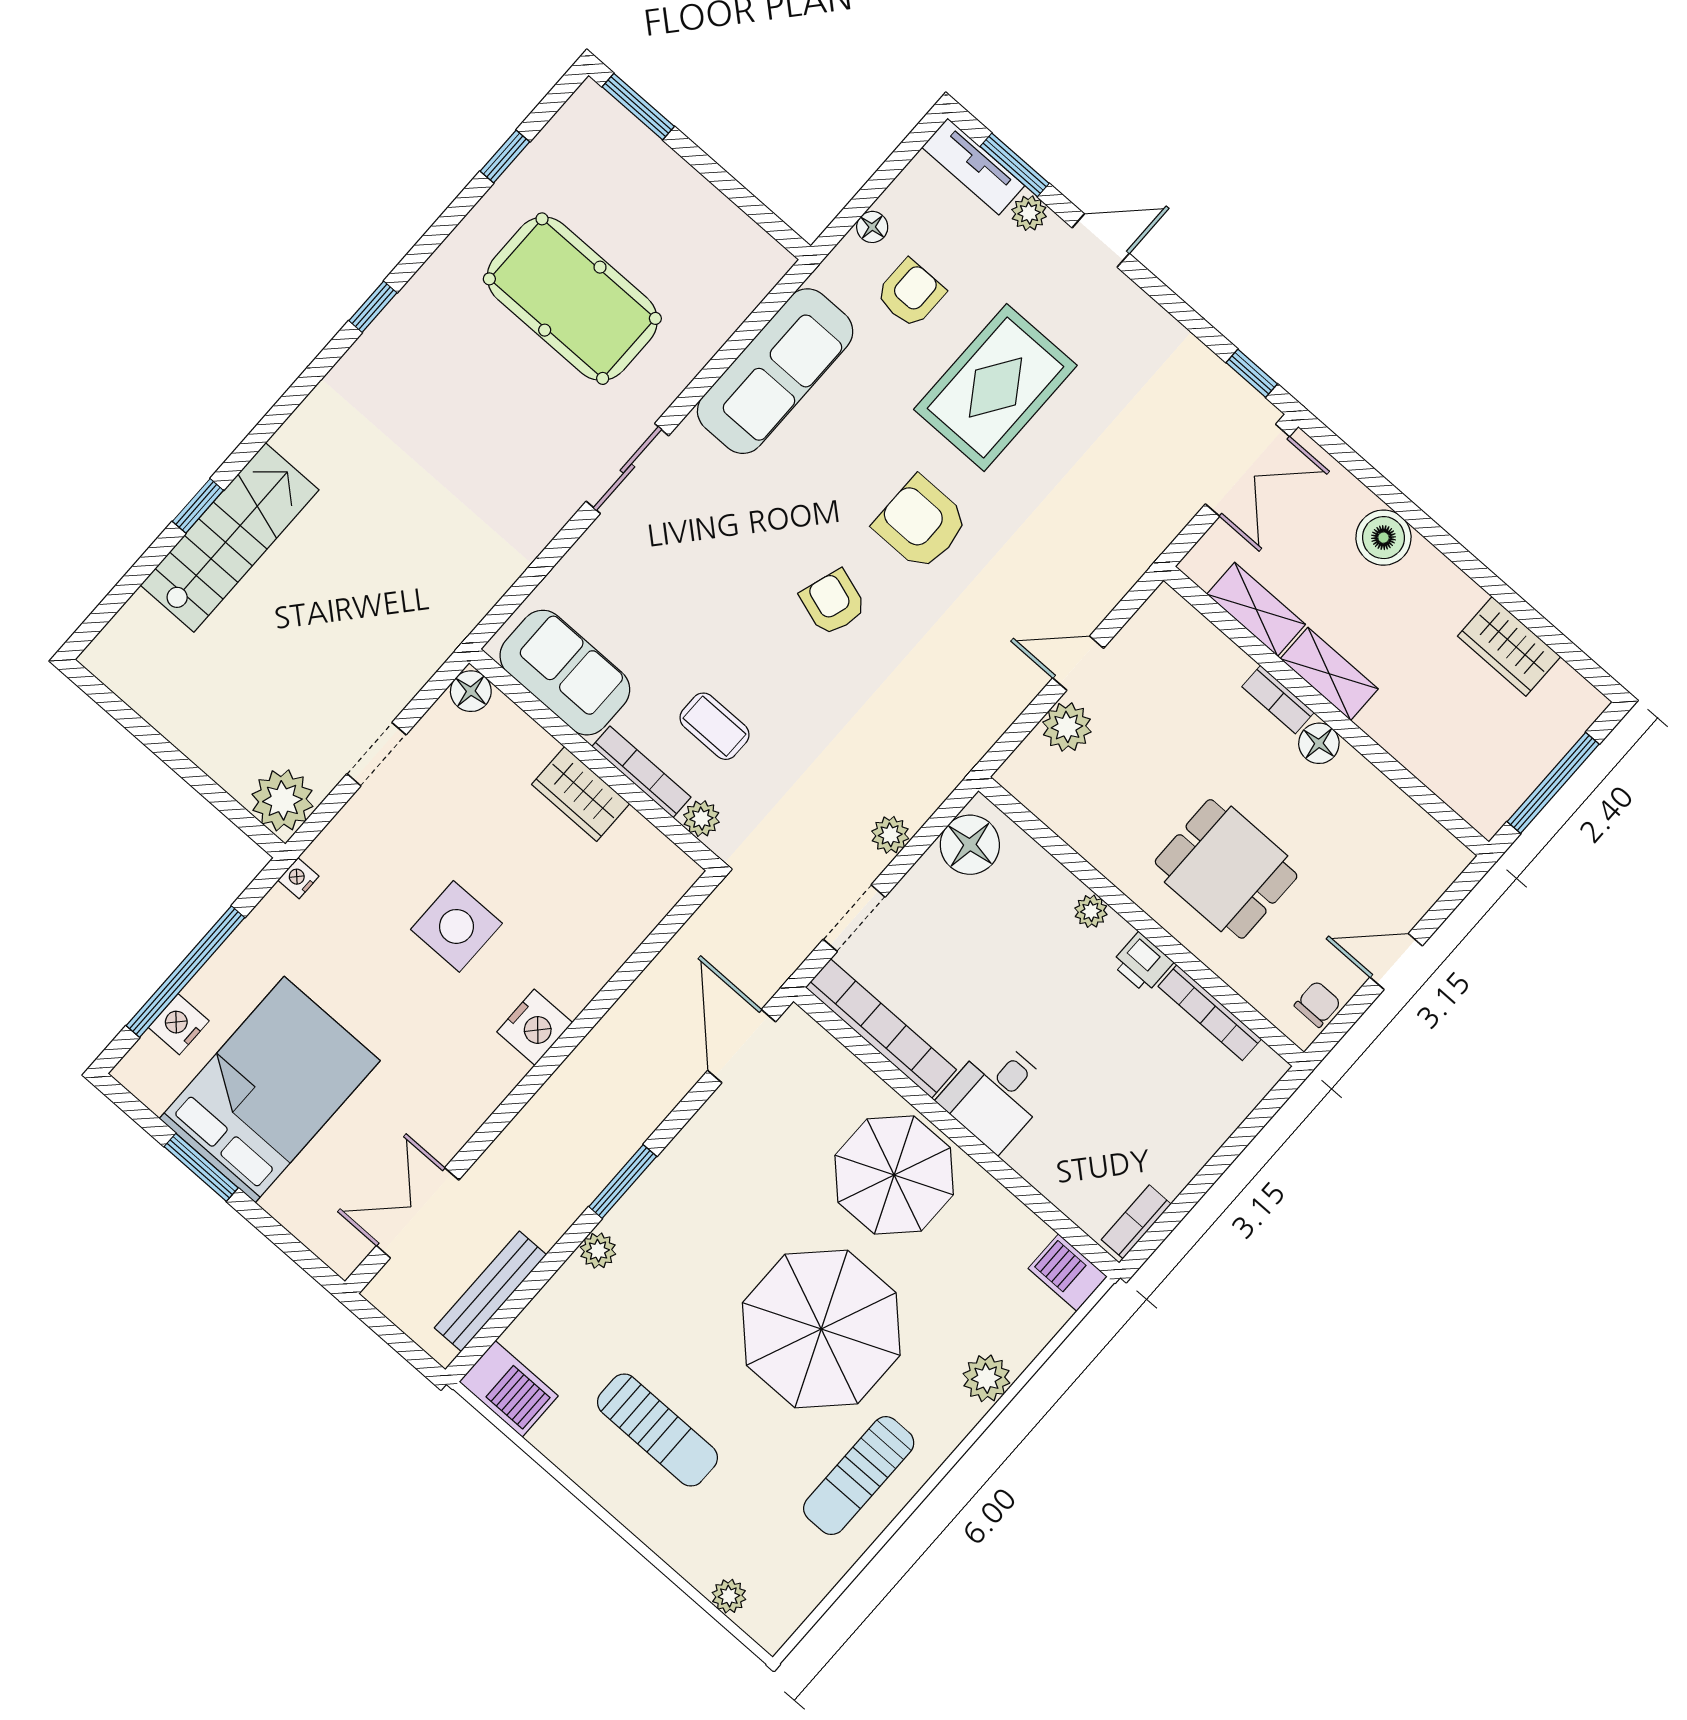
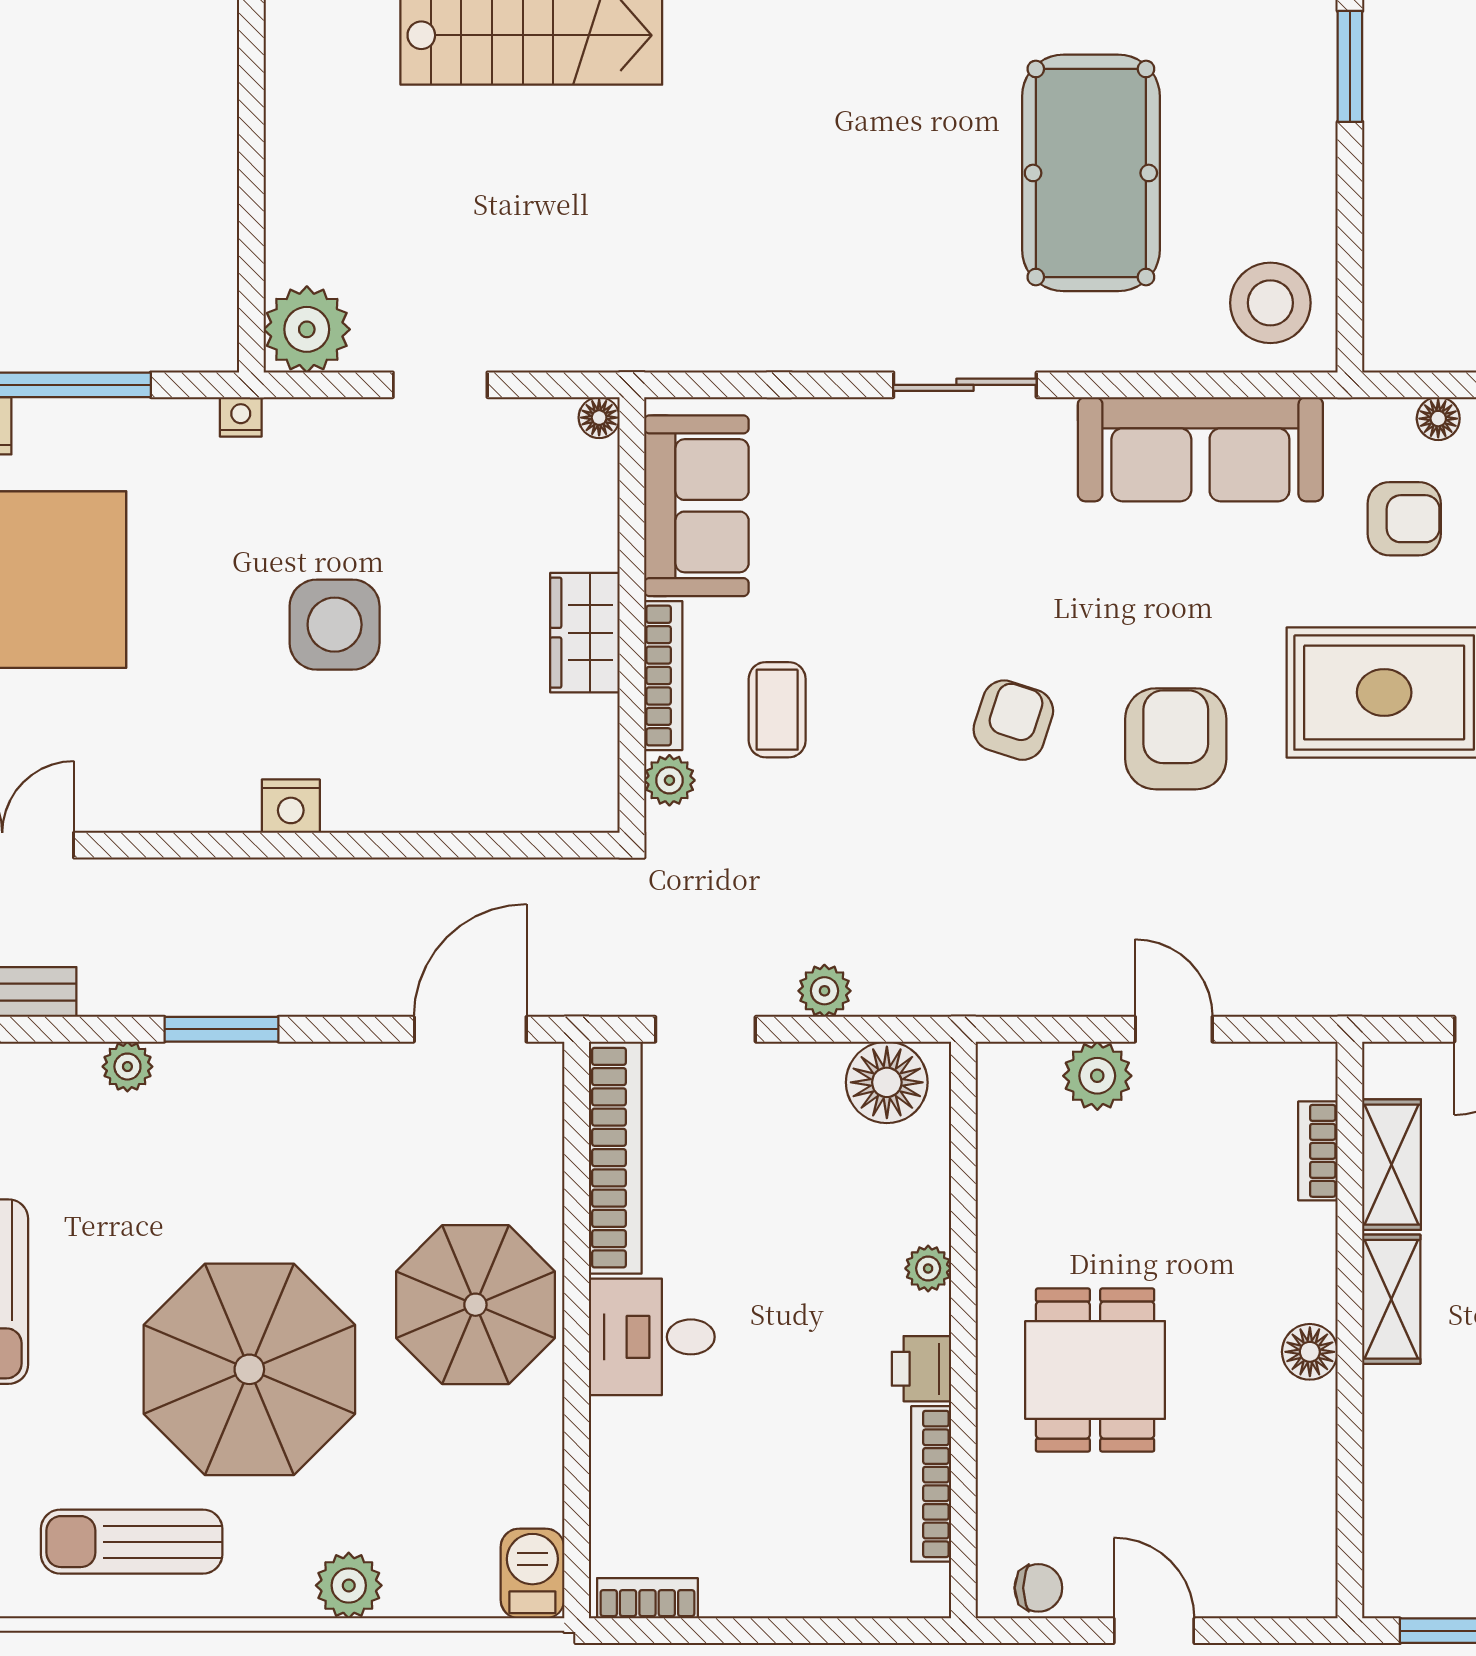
stool: (729, 263) -> (1270, 303), added
floor lamp: (471, 691) -> (599, 418), width x0.73, depth x0.73
bookcase: (1278, 700) -> (1318, 1151), moved
nightstand: (535, 1027) -> (291, 806), width x0.74, depth x0.75

